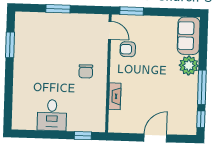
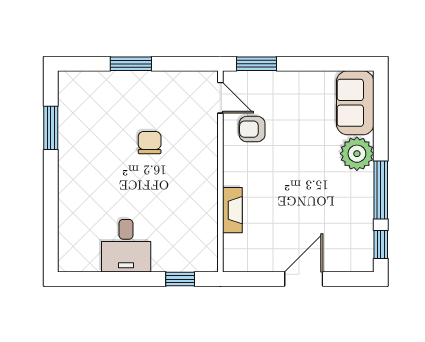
chair: (86, 71) -> (150, 143), moved, turned 180

